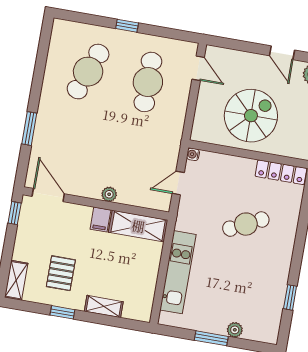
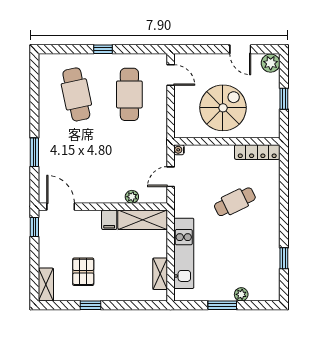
cafe table: (88, 72) -> (76, 94), turned -33
plant: (109, 194) -> (132, 197), moved
shelving: (104, 306) -> (160, 274), moved, turned 90

